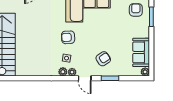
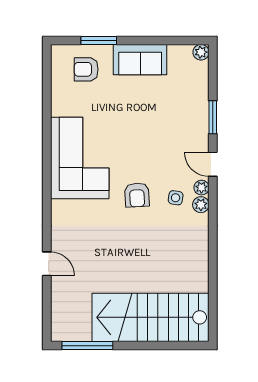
sofa: (141, 52) -> (140, 60), moved
armchair: (103, 59) -> (177, 130), removed
door: (85, 78) -> (213, 164), swing flipped

